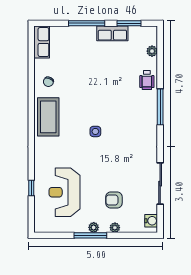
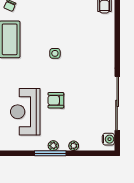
window: (160, 107) -> (117, 30), removed
sliding door: (160, 184) -> (117, 103), width x1.36
armchair: (114, 200) -> (56, 100), moved

